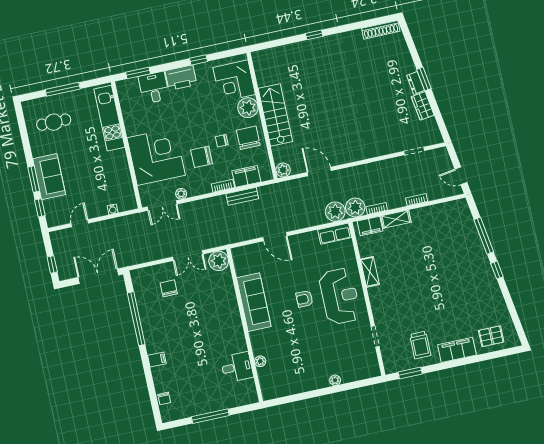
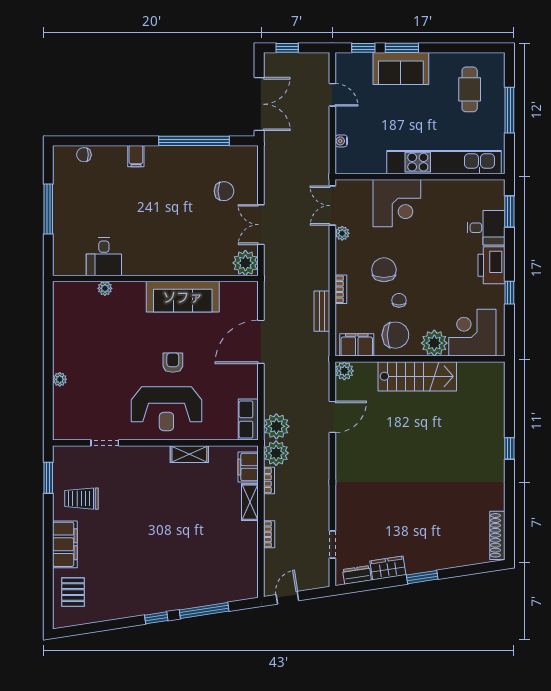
dresser: (416, 83) -> (357, 575), moved
kitchen unit: (109, 118) -> (444, 162), width x1.36
corner desk: (156, 157) -> (397, 203), width x0.74, depth x0.74
filing cabinet: (246, 176) -> (357, 345), moved, turned -90
door: (275, 237) -> (261, 342), width x1.36

